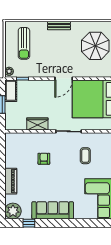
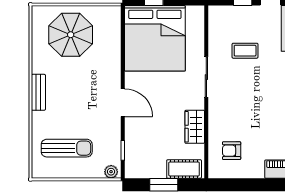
door: (64, 79) -> (123, 103), moved
cot: (11, 91) -> (184, 169), moved
armchair: (44, 159) -> (232, 151), moved

